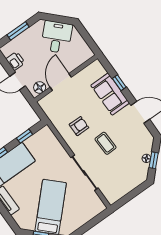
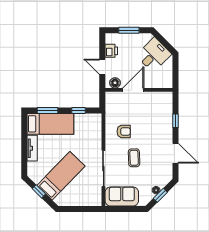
sofa: (110, 94) -> (122, 197), moved, turned 90

